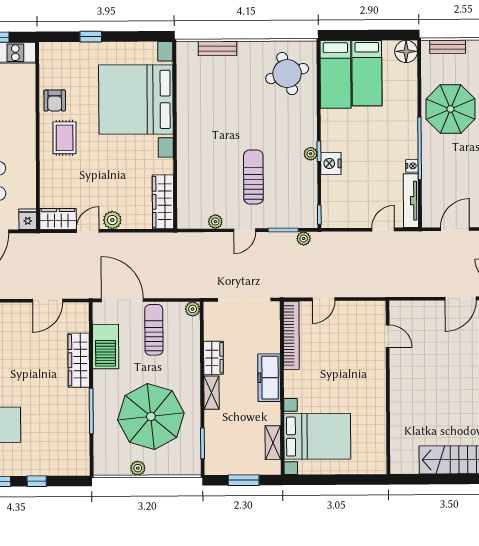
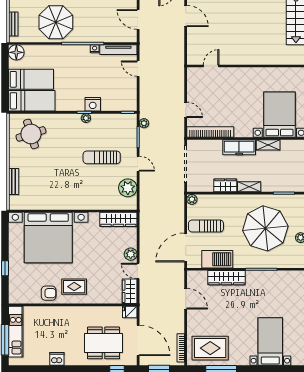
plant: (215, 222) -> (128, 188), width x1.88, depth x1.88
shelving: (273, 443) -> (268, 145), moved

